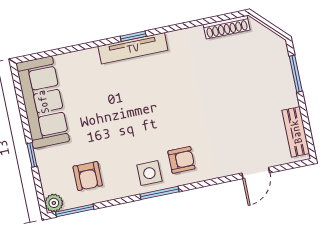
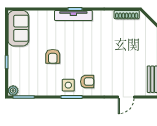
sofa: (43, 102) -> (18, 28), width x0.73
armchair: (88, 176) -> (53, 56), moved

